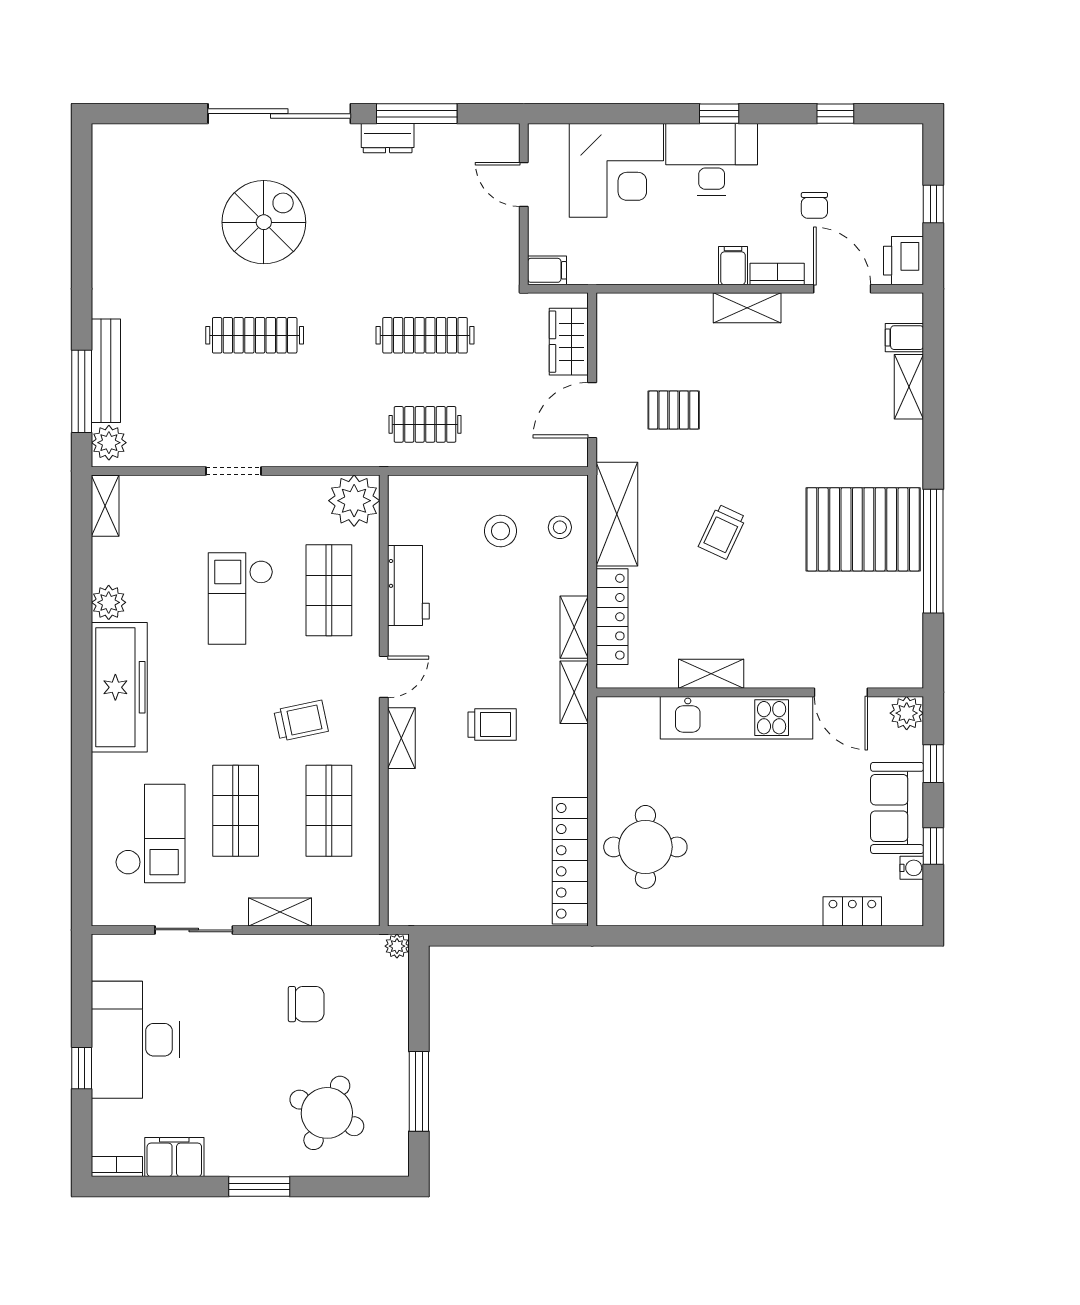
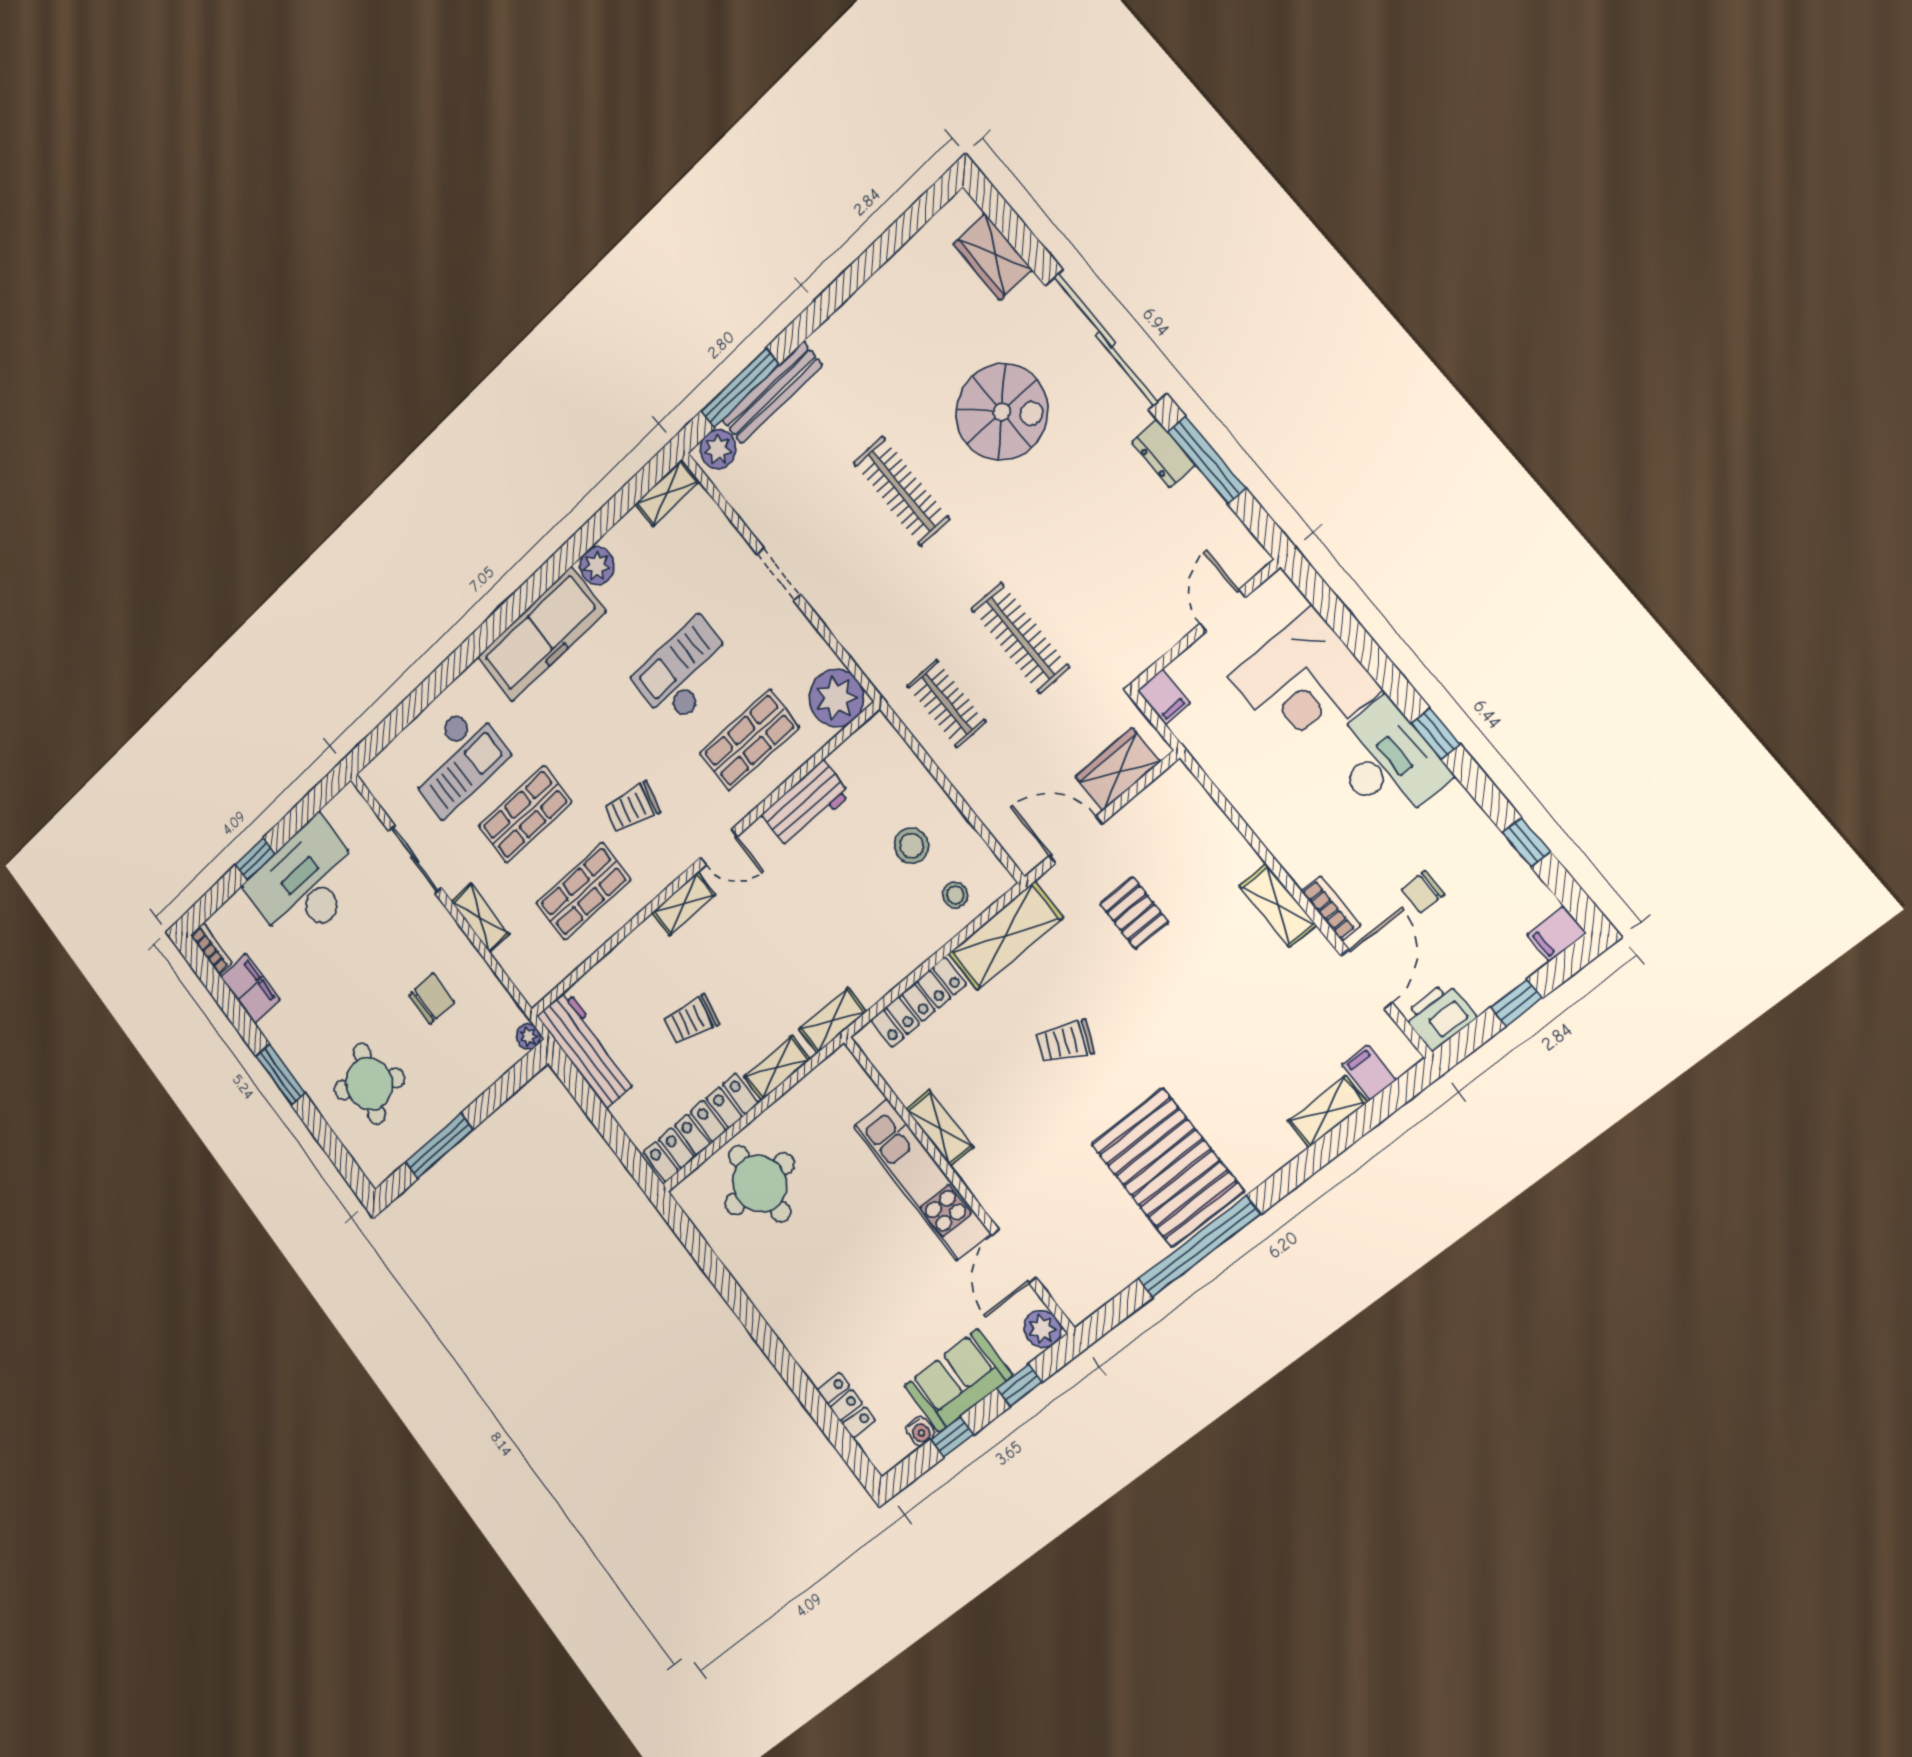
wardrobe: (156, 143) -> (992, 257), added
filing cabinet: (733, 266) -> (1557, 934), moved, turned 180
shelving: (574, 627) -> (777, 1068), moved
trolley: (301, 721) -> (632, 808), turned 116
trolley: (492, 725) -> (691, 1020), moved, turned 102
workbench: (443, 905) -> (587, 1049), added
chair: (306, 1004) -> (432, 999), turned -90

